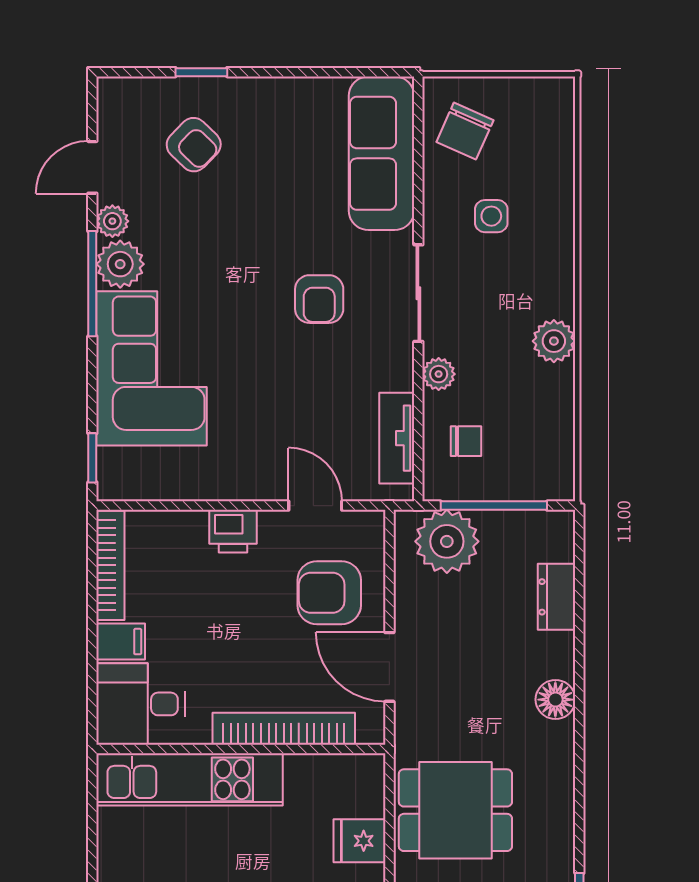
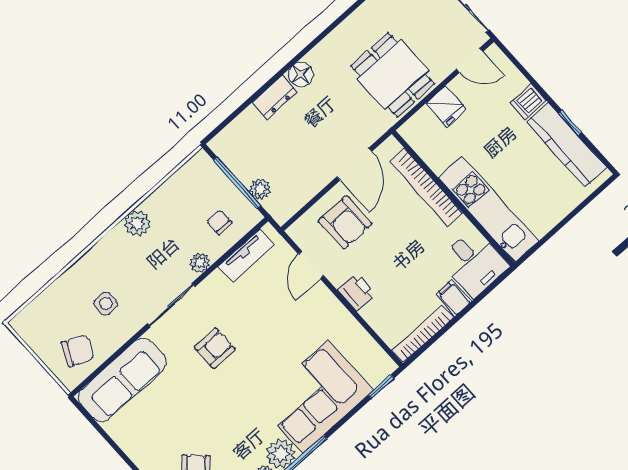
plant: (447, 541) -> (260, 189), width x0.53, depth x0.53
dresser: (557, 597) -> (275, 97), moved

